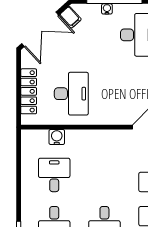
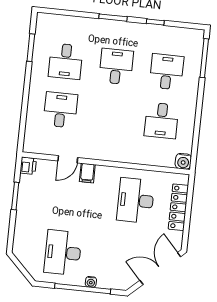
filing cabinet: (70, 17) -> (87, 173), moved, turned -137
water cooler: (57, 137) -> (183, 161), moved

